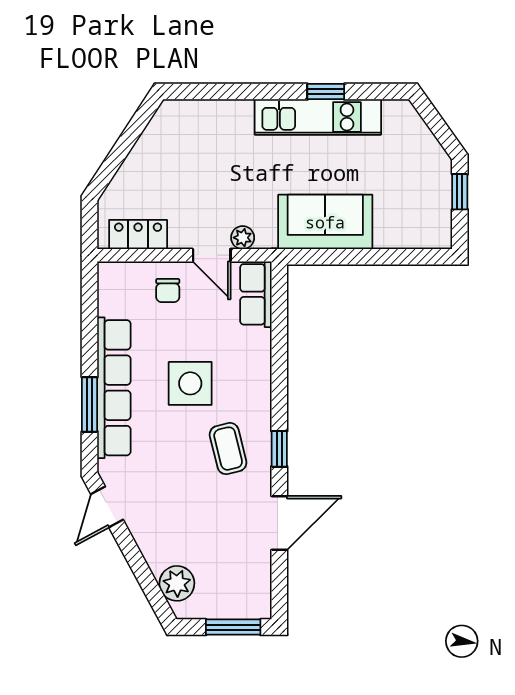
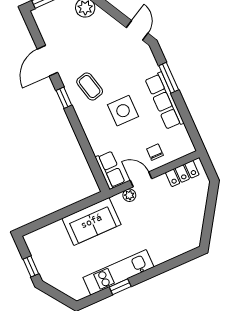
row of seats: (114, 388) -> (164, 101), width x0.73

